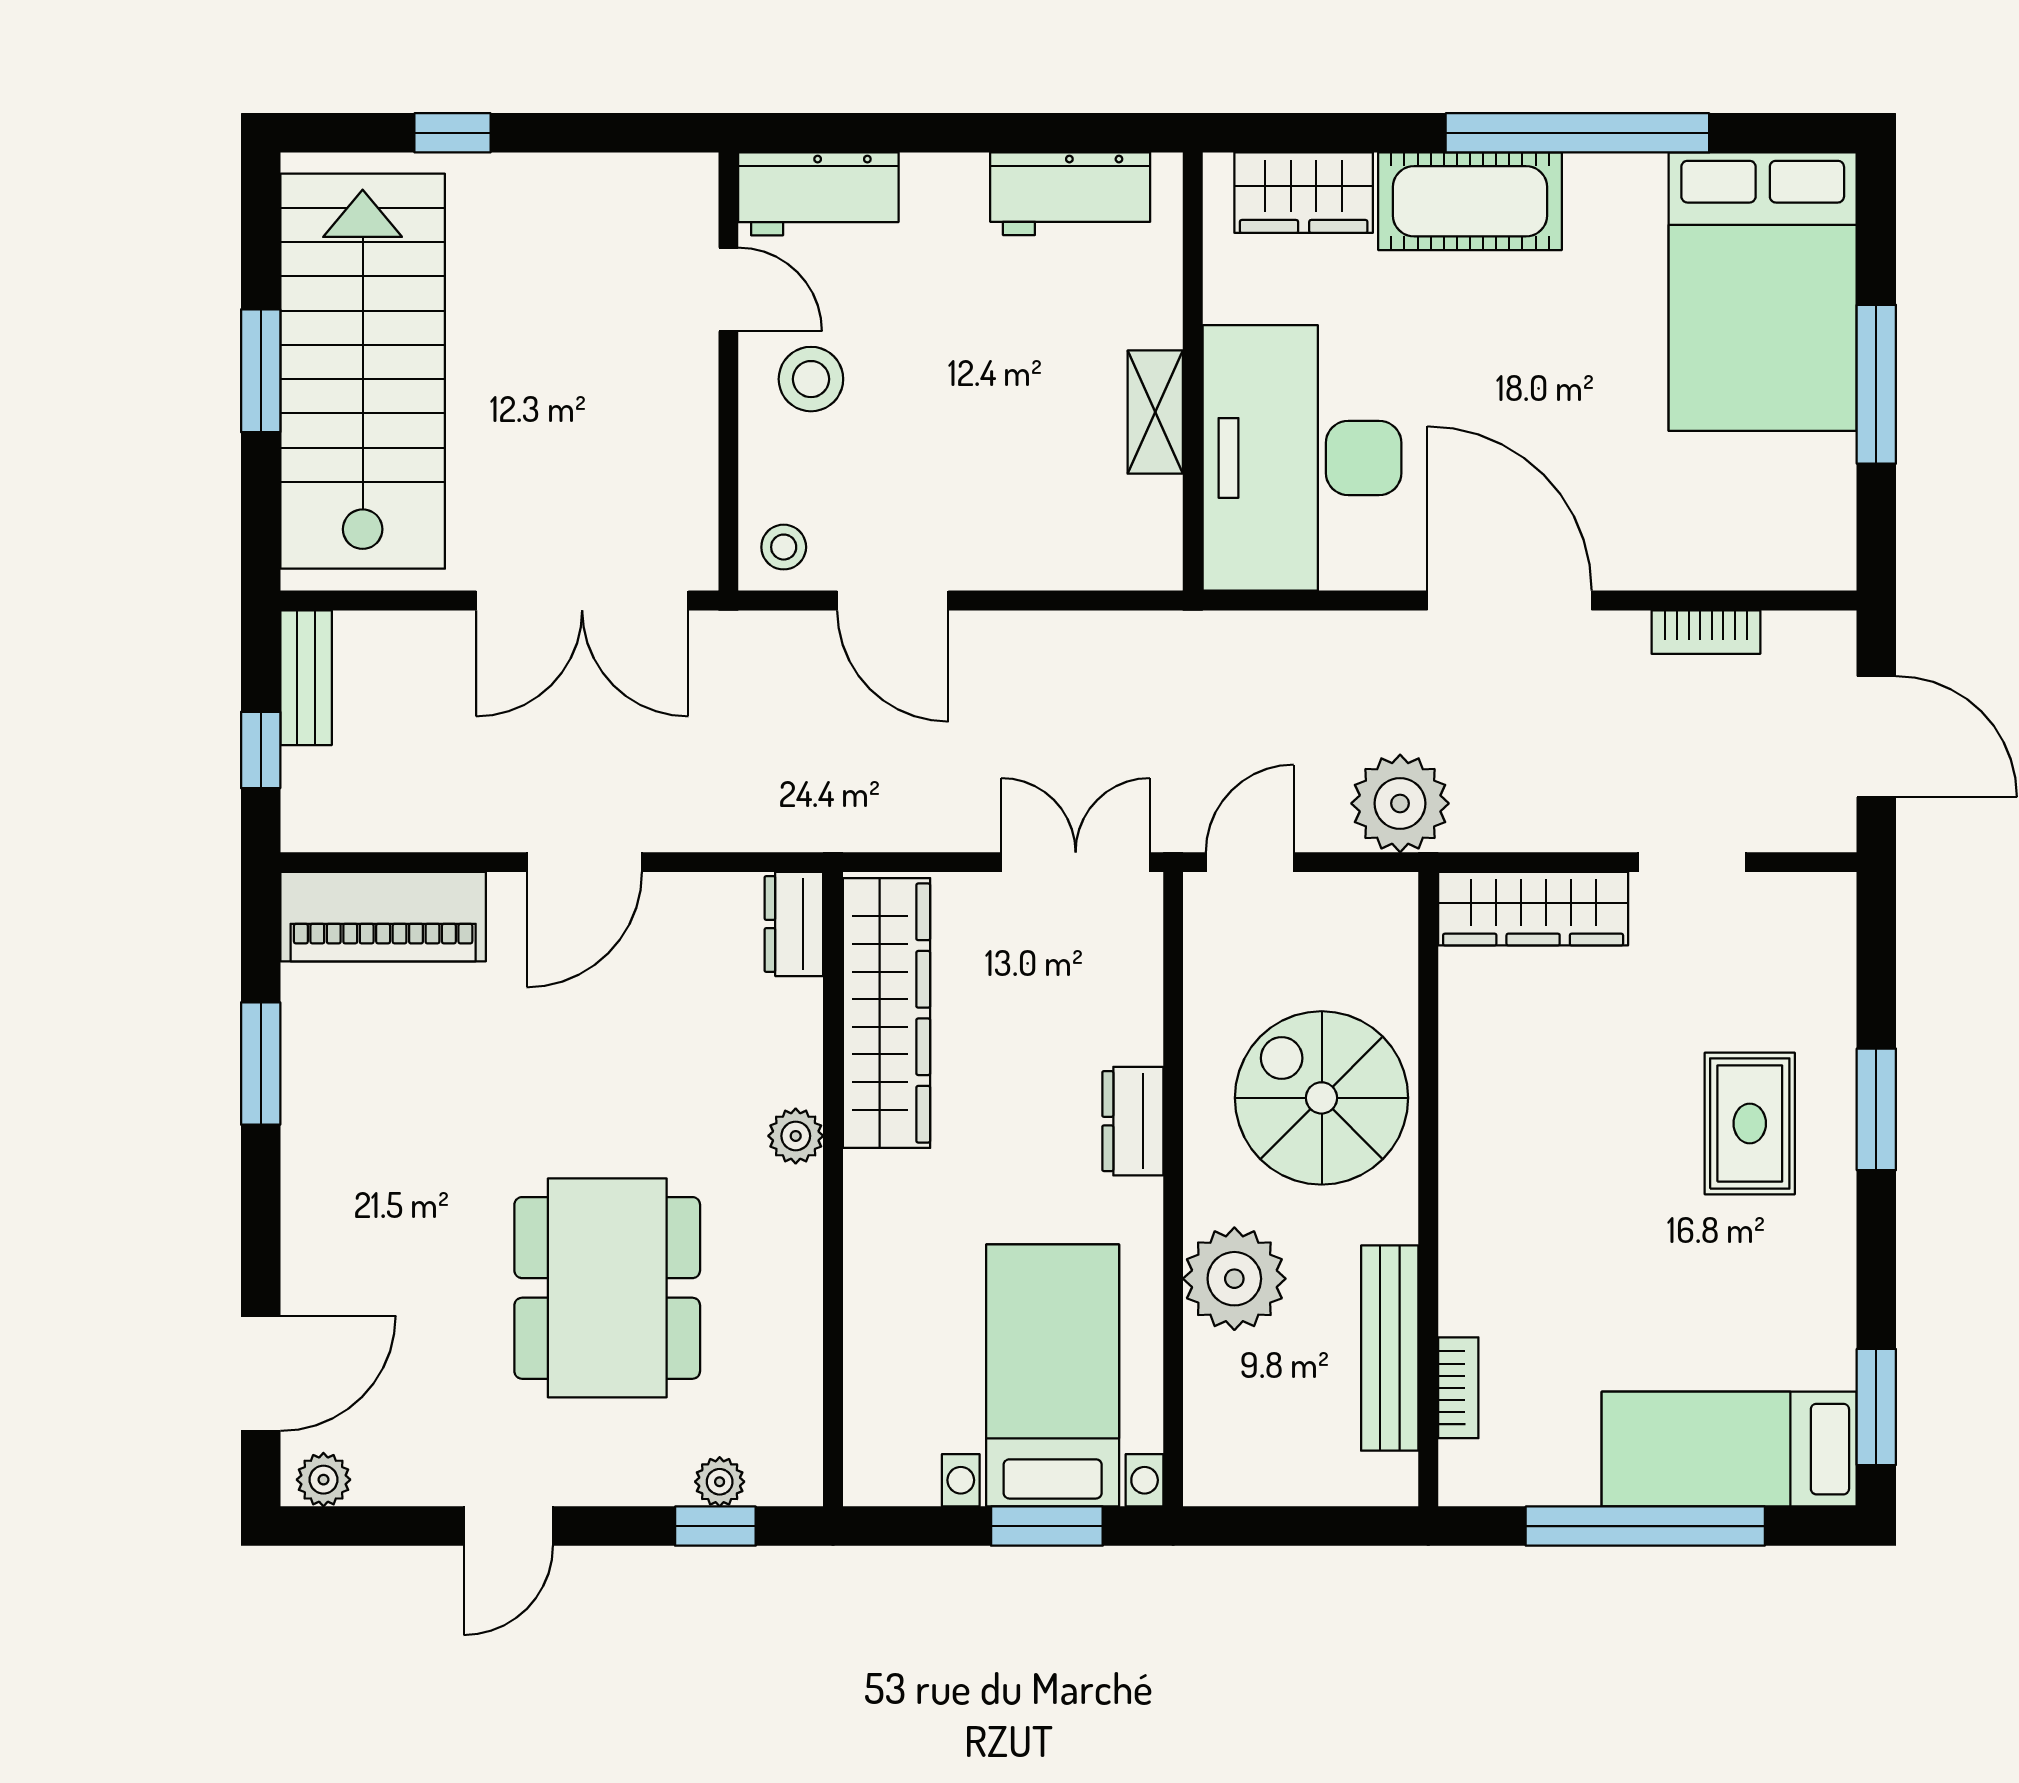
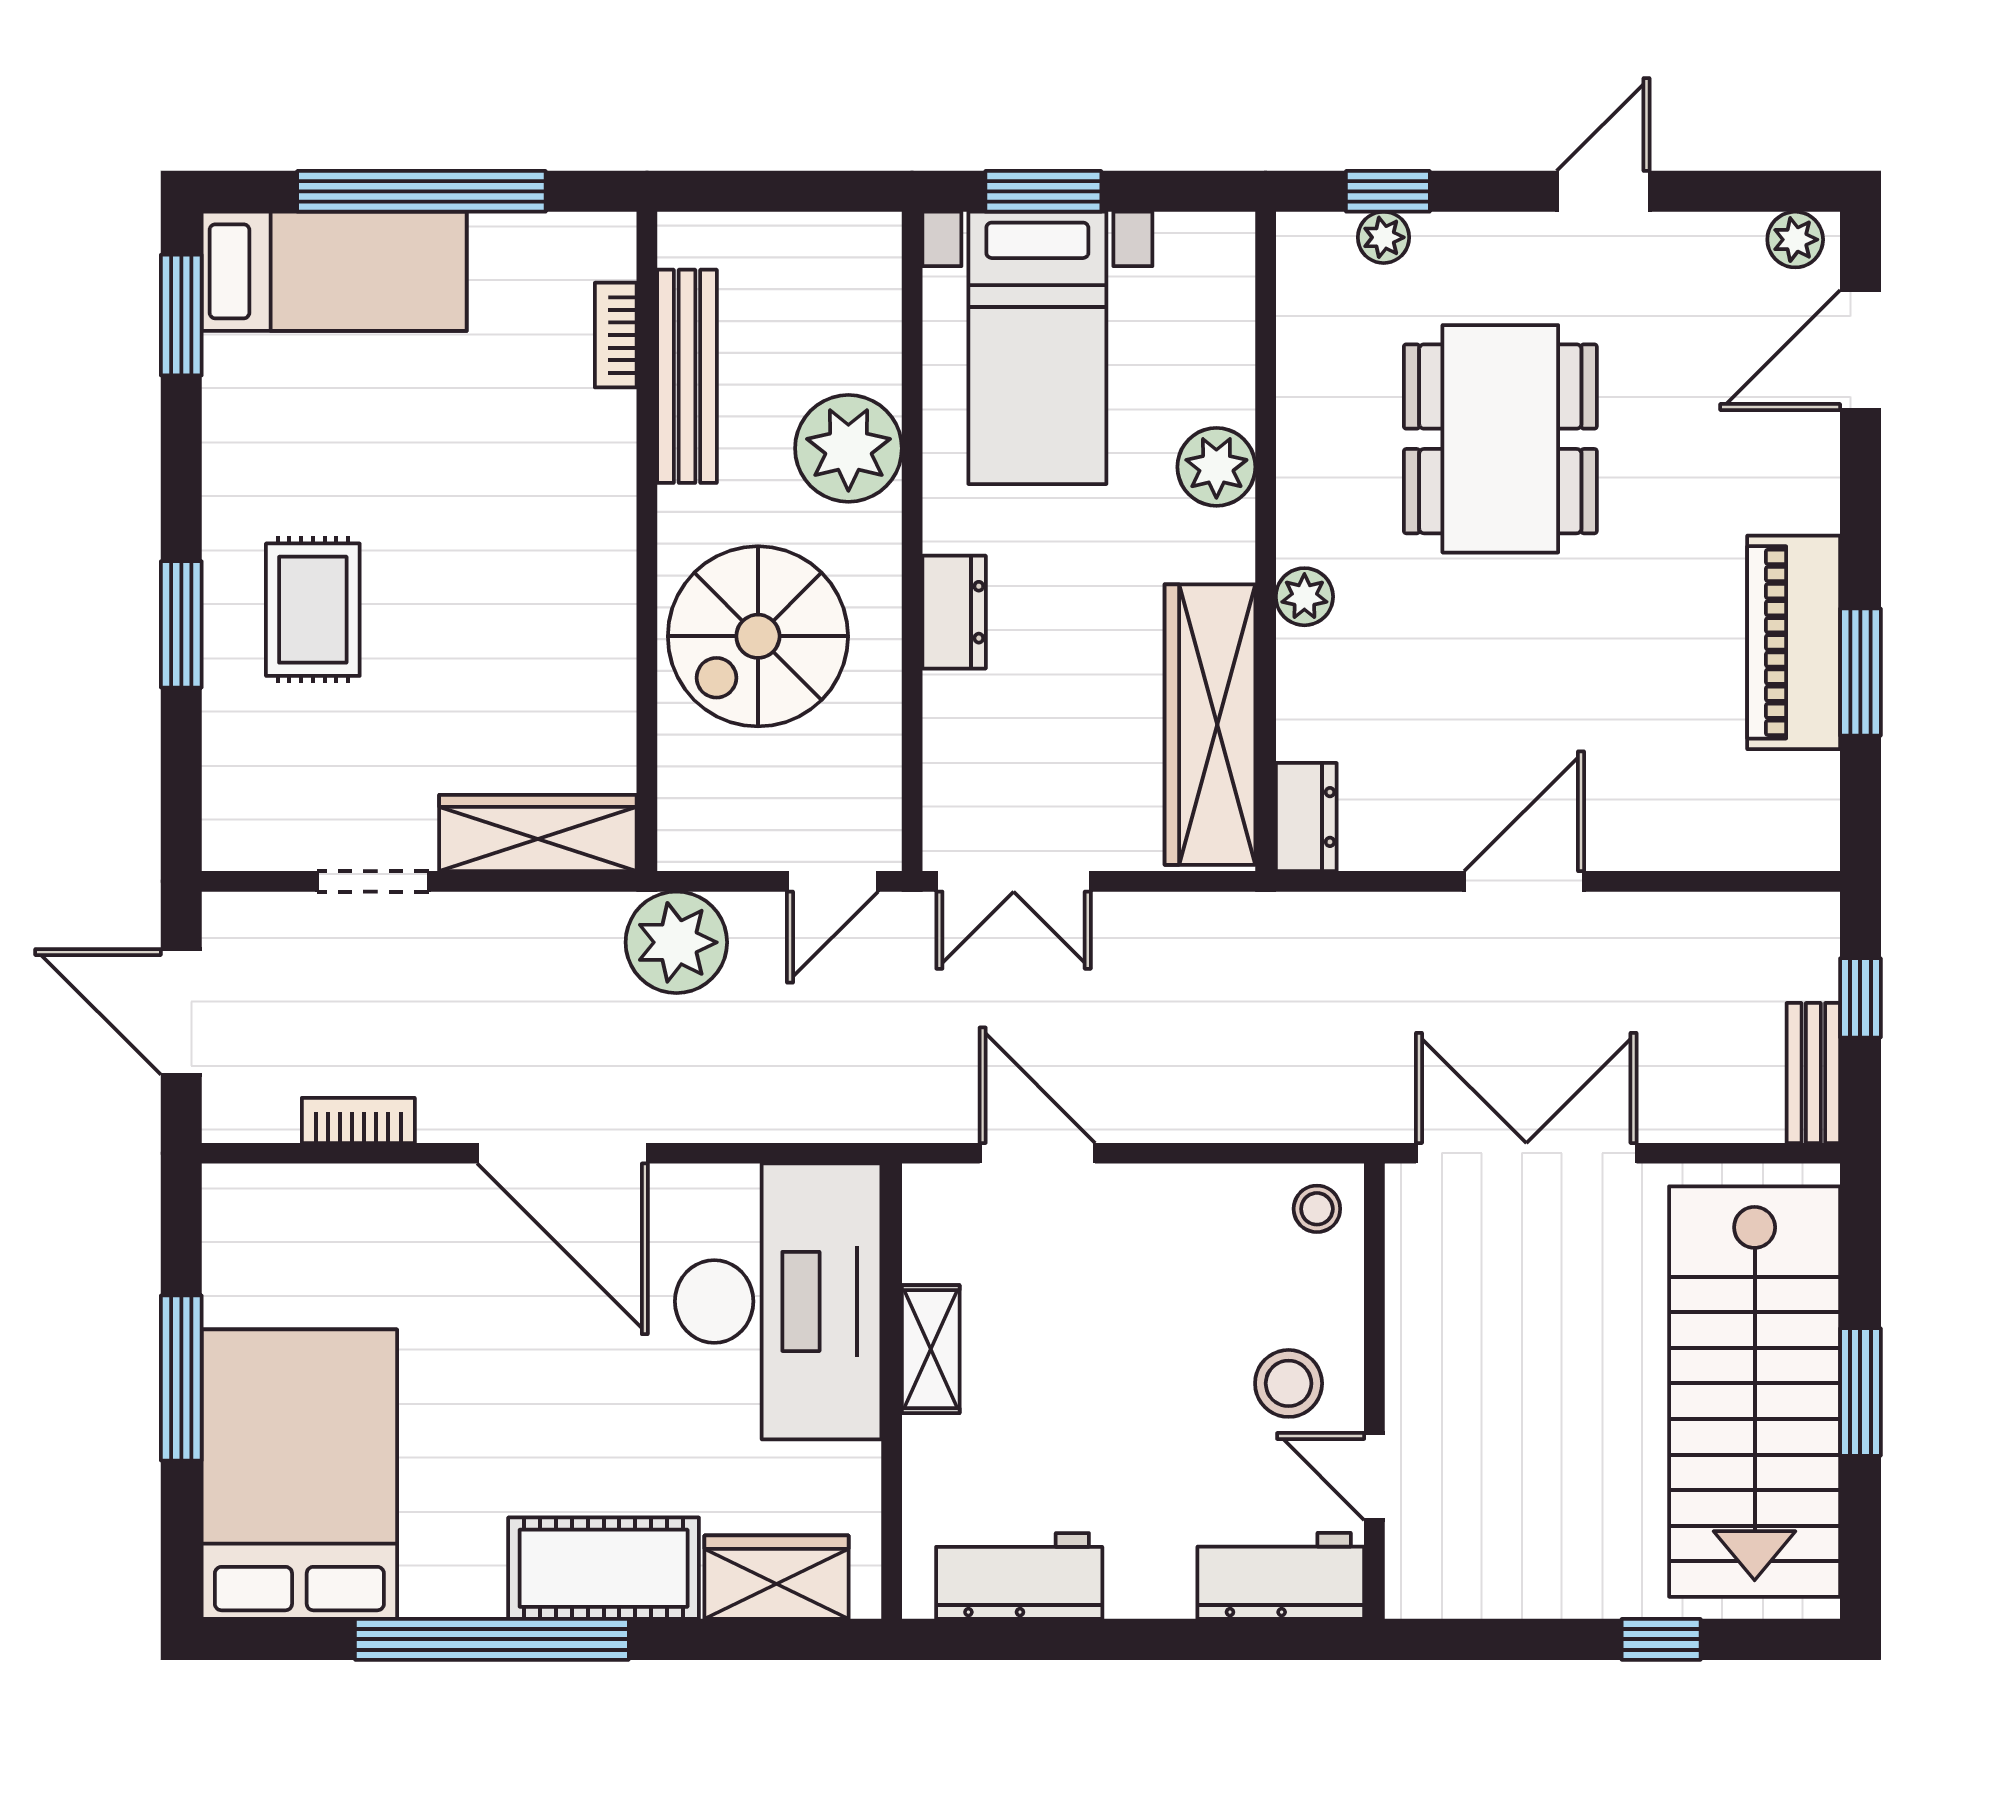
door: (893, 600) -> (1037, 1153), moved
piano: (383, 917) -> (1794, 642), moved, turned -90
spiral stairs: (1322, 1098) -> (758, 636), turned 90
plant: (880, 1261) -> (1216, 467), added

